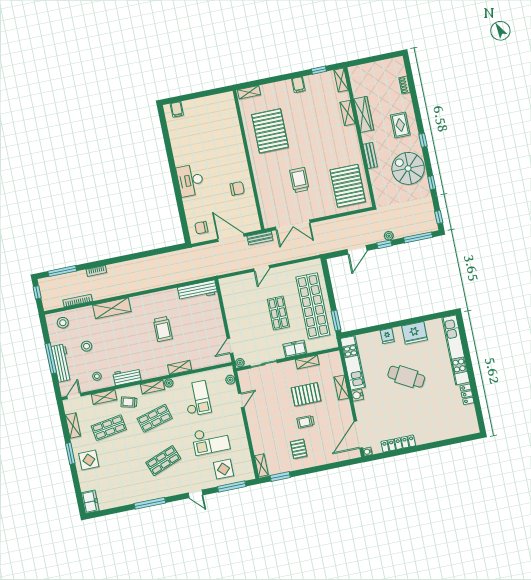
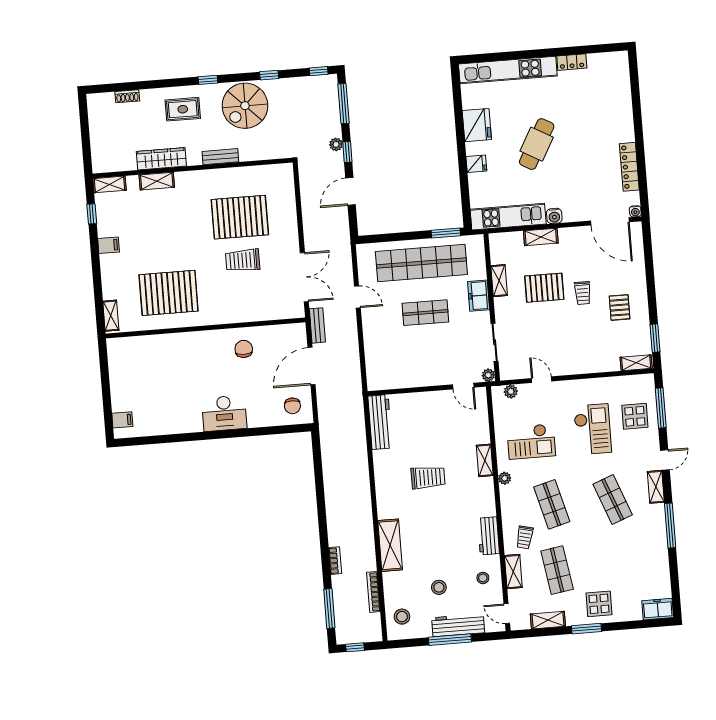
pallet: (348, 186) -> (240, 217), moved
door: (357, 250) -> (351, 191), swing flipped
door: (262, 268) -> (357, 297), moved
shelving: (153, 387) -> (656, 487), moved
pallet: (306, 394) -> (544, 288), turned 90
checkout: (197, 398) -> (531, 441), turned 180
pallet: (299, 449) -> (620, 307), turned 90

